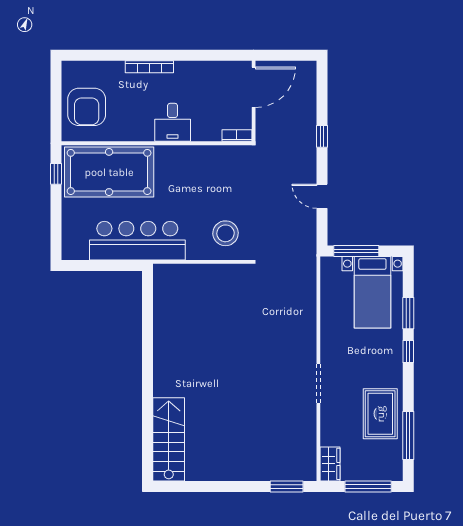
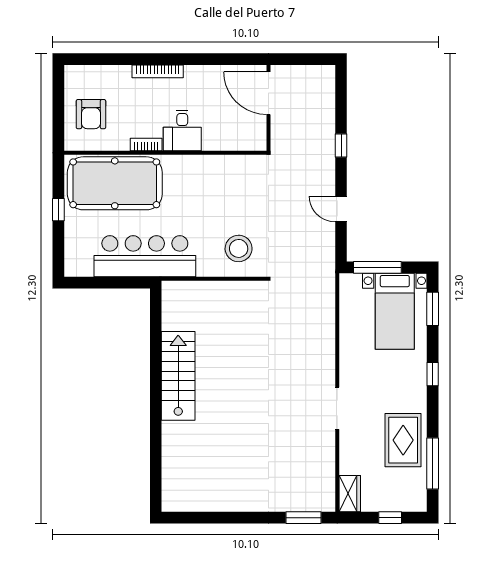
door: (254, 87) -> (268, 93), swing flipped
armchair: (87, 107) -> (91, 114), width x0.73, depth x0.73
bookcase: (237, 136) -> (146, 145), moved
window: (56, 174) -> (58, 210), moved
window: (408, 313) -> (433, 309), moved
stairs: (169, 439) -> (178, 376), moved
window: (368, 486) -> (390, 518), width x0.46

